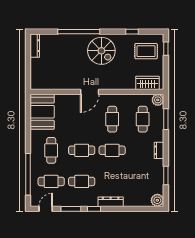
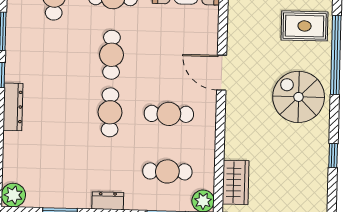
spiral stairs: (101, 51) -> (299, 97), turned 90
rug: (146, 51) -> (305, 26), moved, turned 90
cafe table: (82, 181) -> (53, 53), removed

